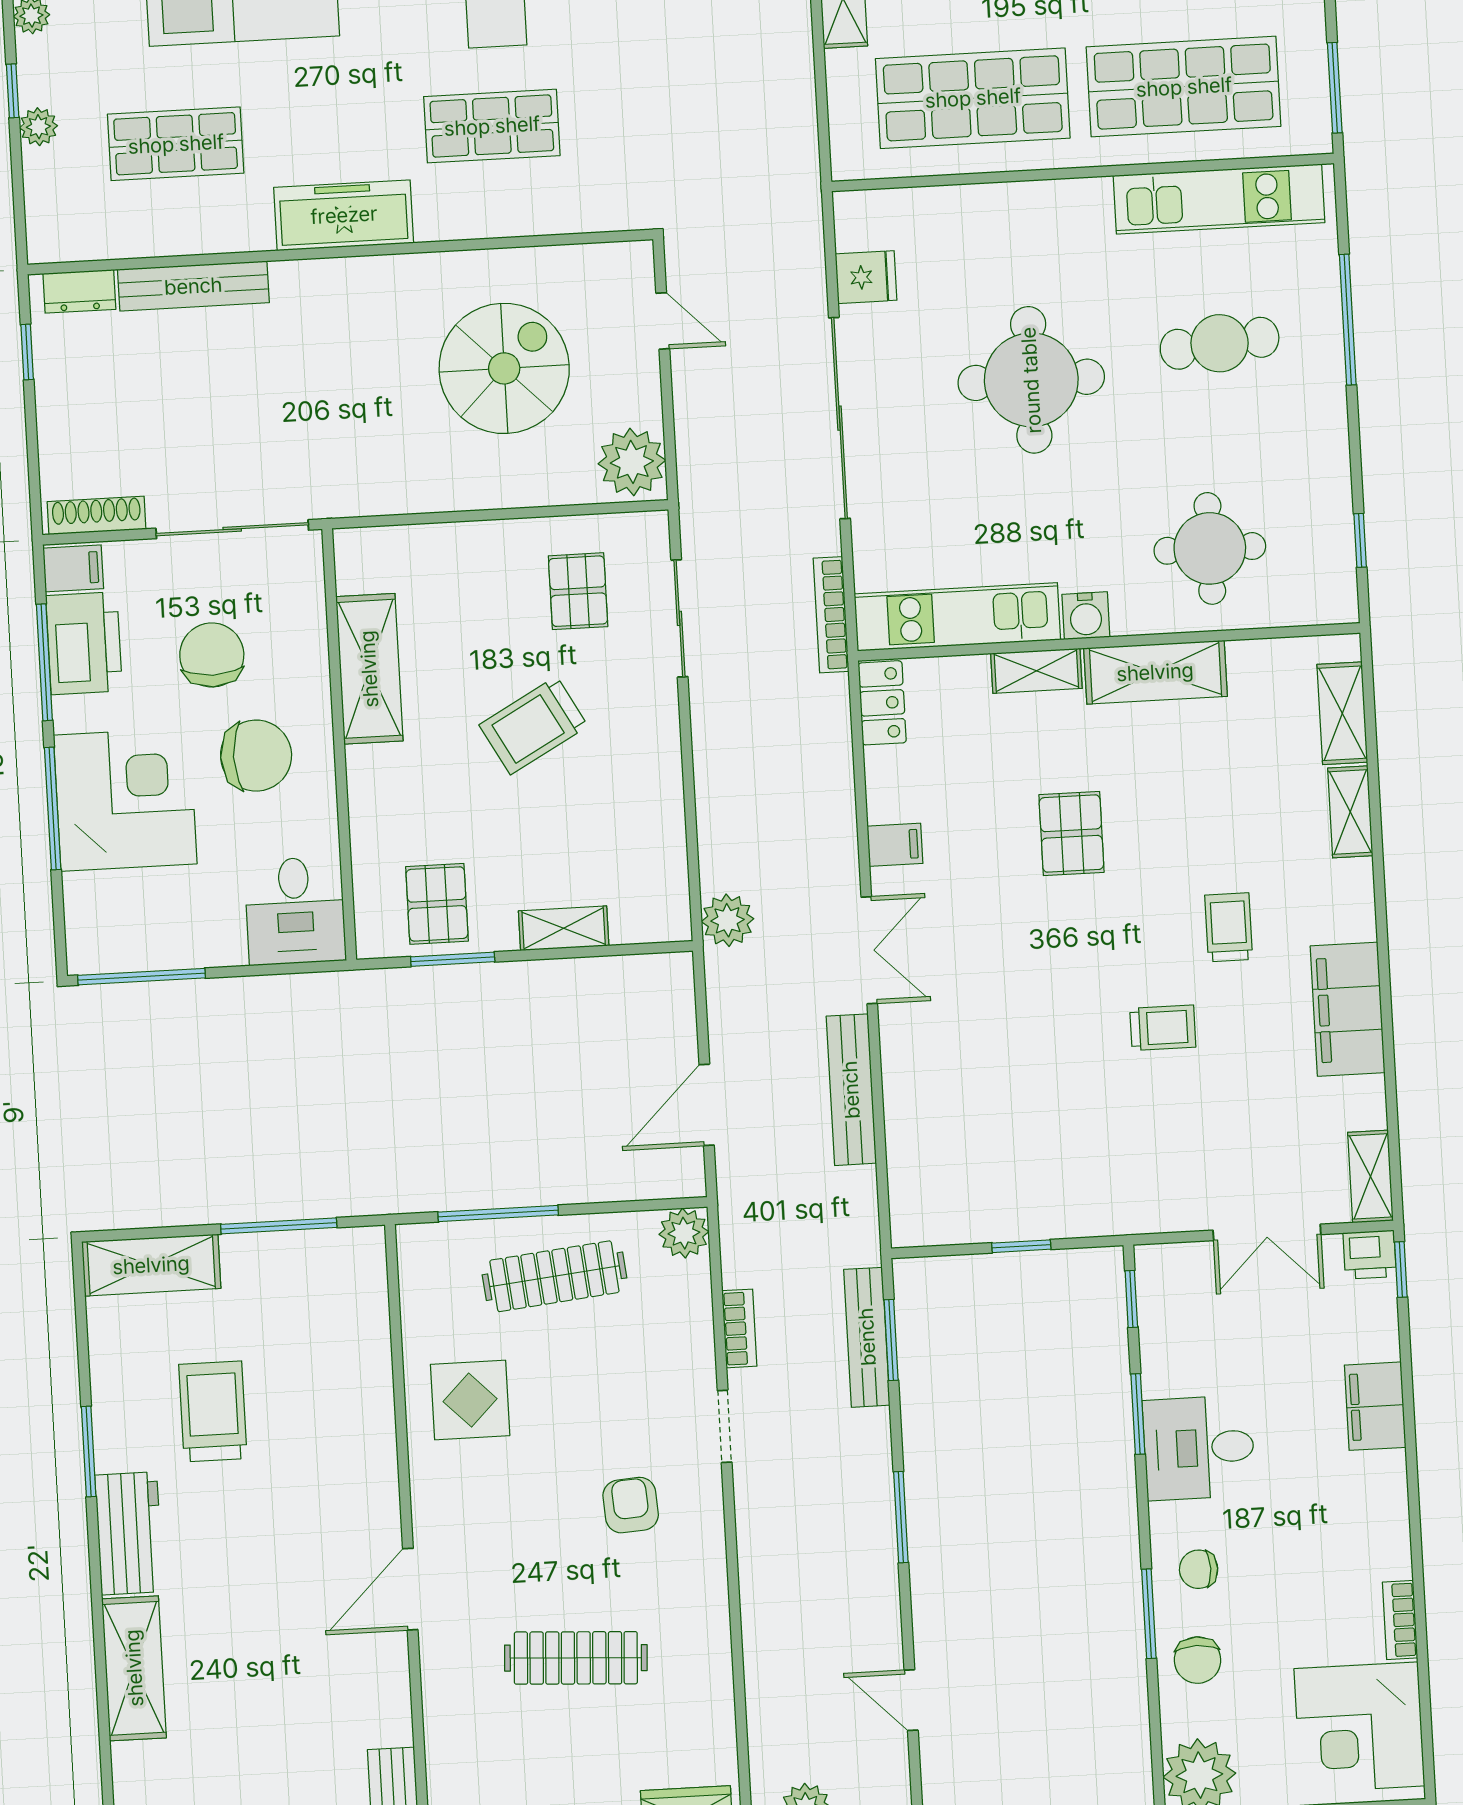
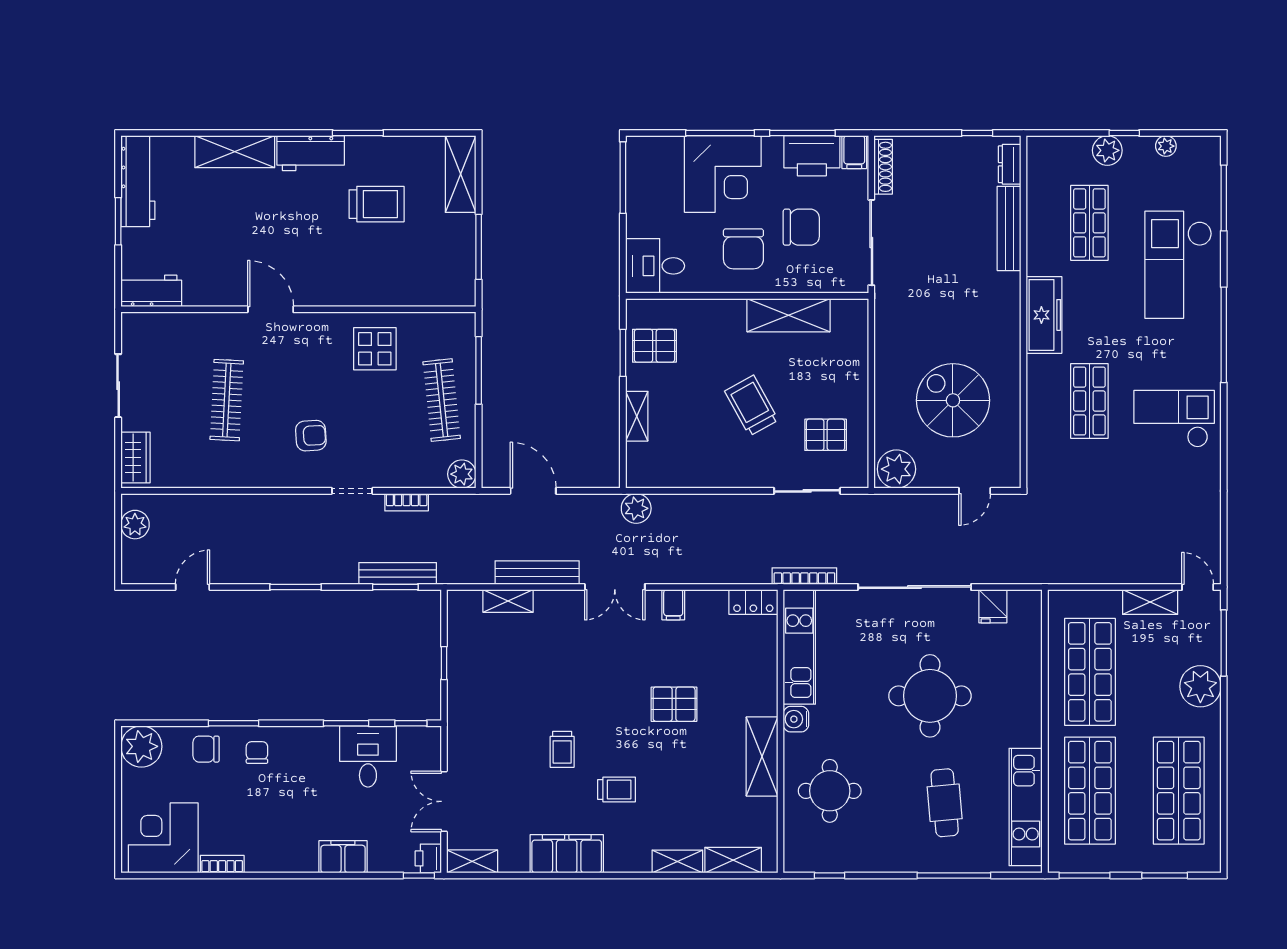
plant: (38, 127) -> (1107, 150), width x1.38, depth x1.38
spiral stairs: (504, 368) -> (953, 400), turned 180
shelving: (1036, 671) -> (508, 601), moved, turned 90
desk: (1199, 1448) -> (368, 756), moved

